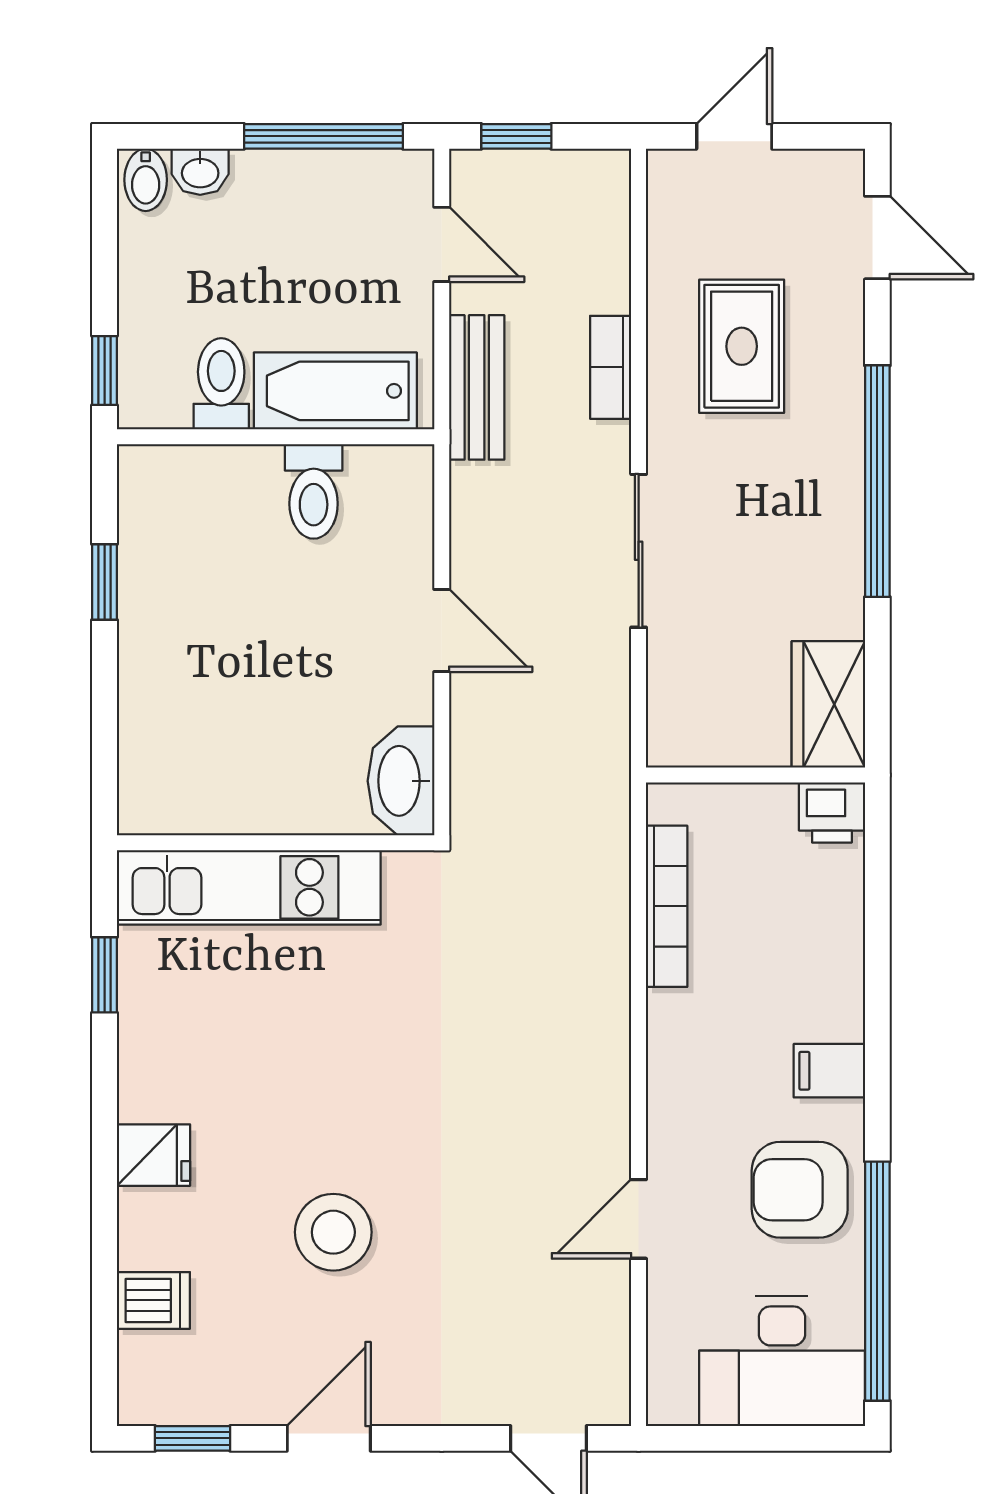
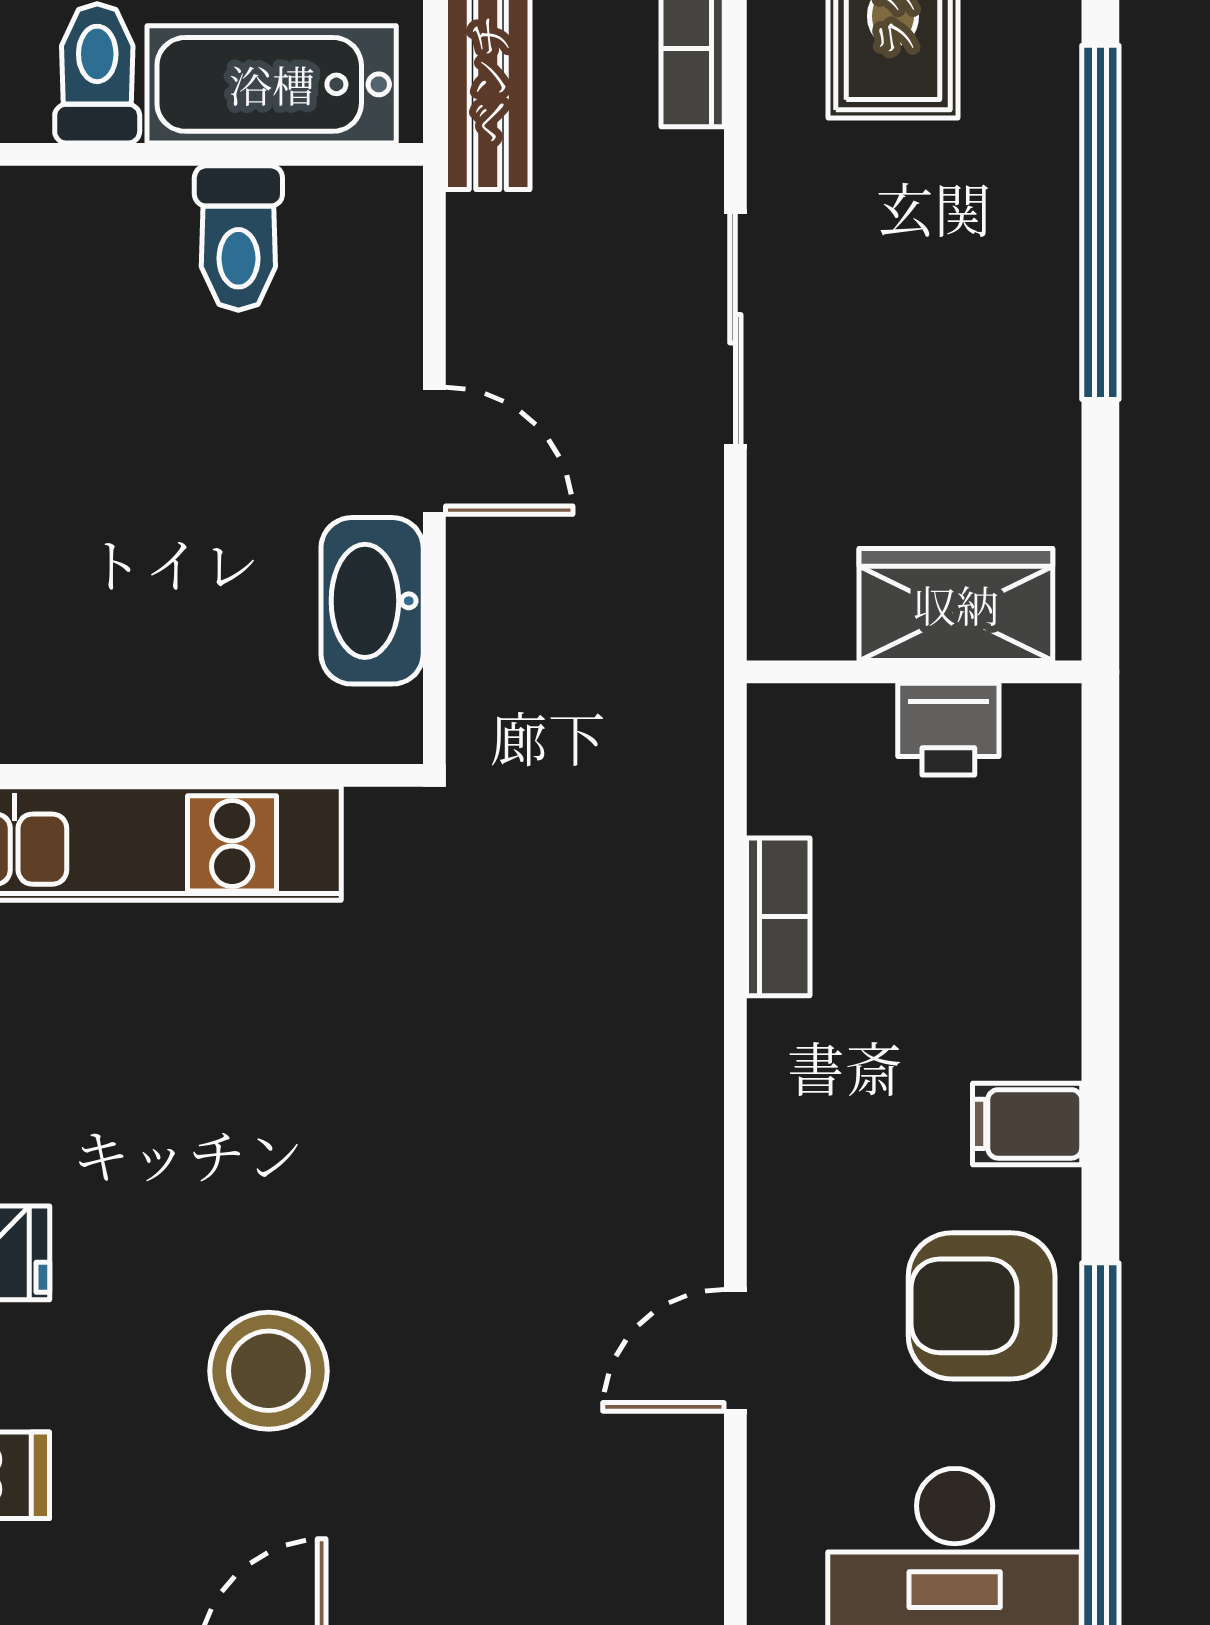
wardrobe: (828, 704) -> (956, 604), moved, turned 90
washbasin: (401, 781) -> (372, 601), moved
printer: (832, 813) -> (948, 729), moved
bookcase: (667, 906) -> (778, 917), width x0.64

